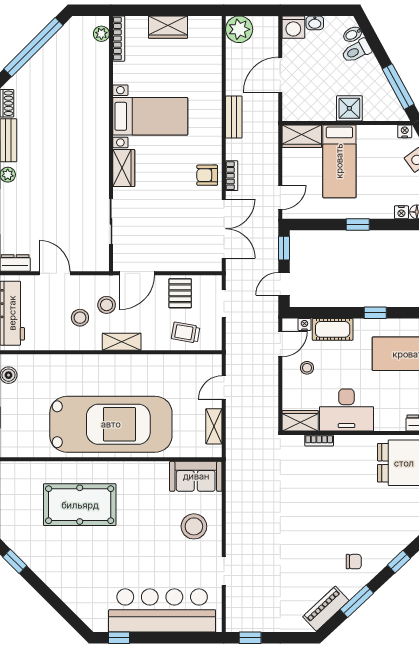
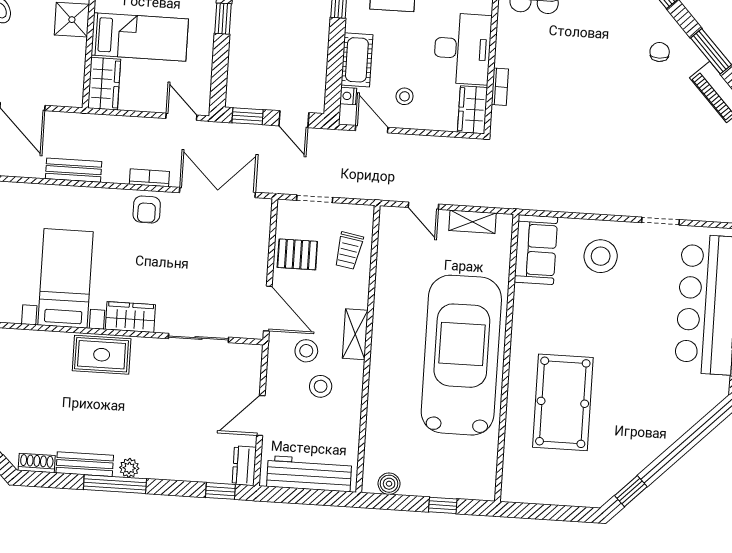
rug: (93, 148) -> (102, 355), added

